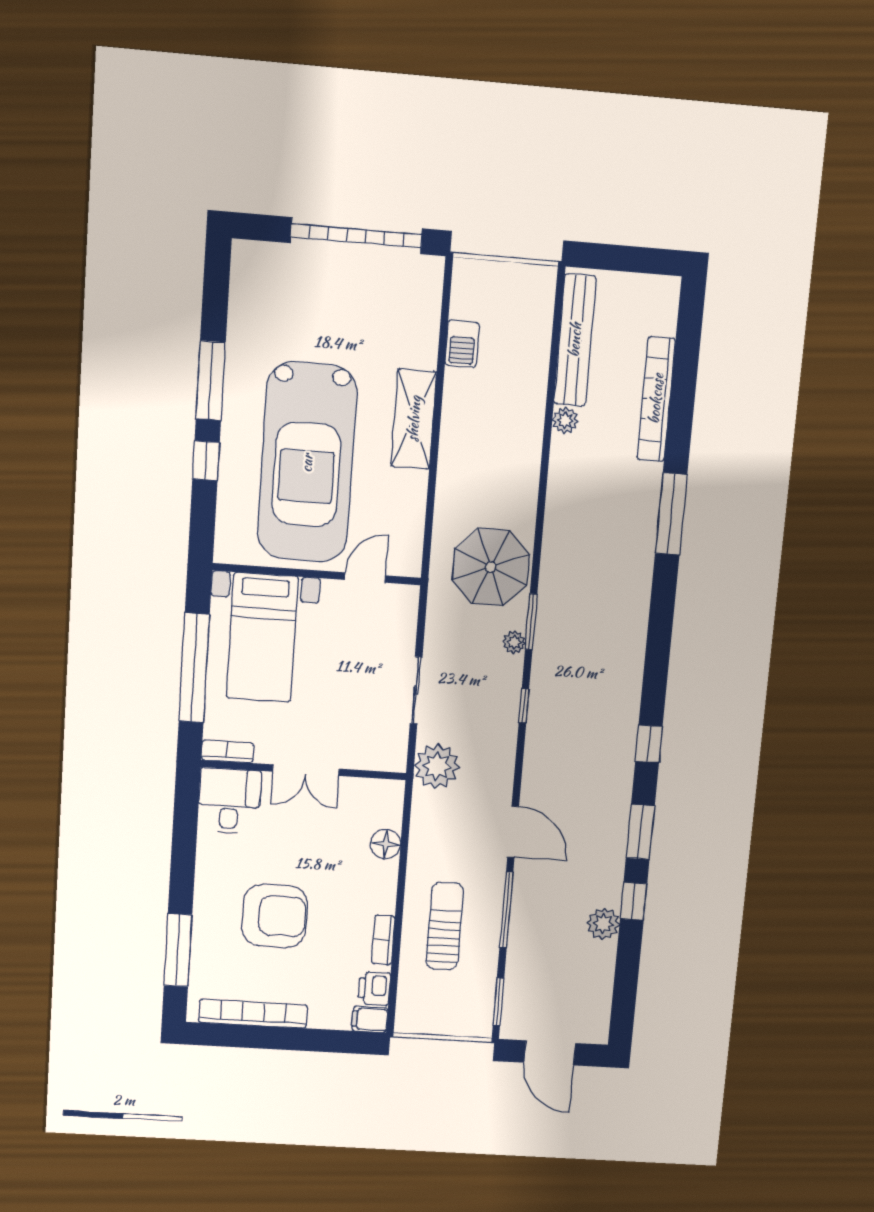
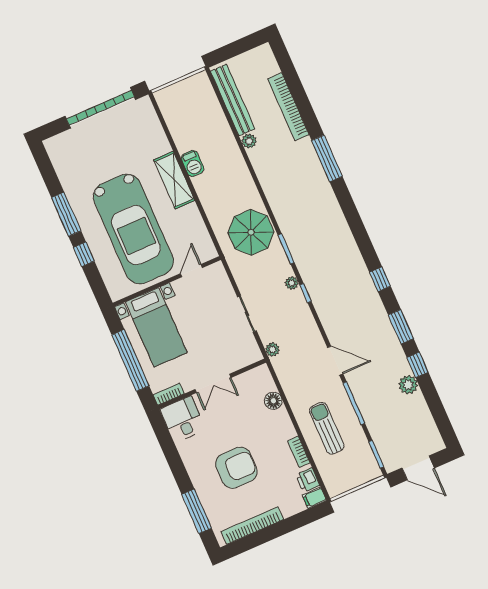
barbecue: (462, 344) -> (193, 163), moved
plant: (514, 642) -> (292, 283), moved
plant: (437, 766) -> (272, 350), width x0.53, depth x0.53

